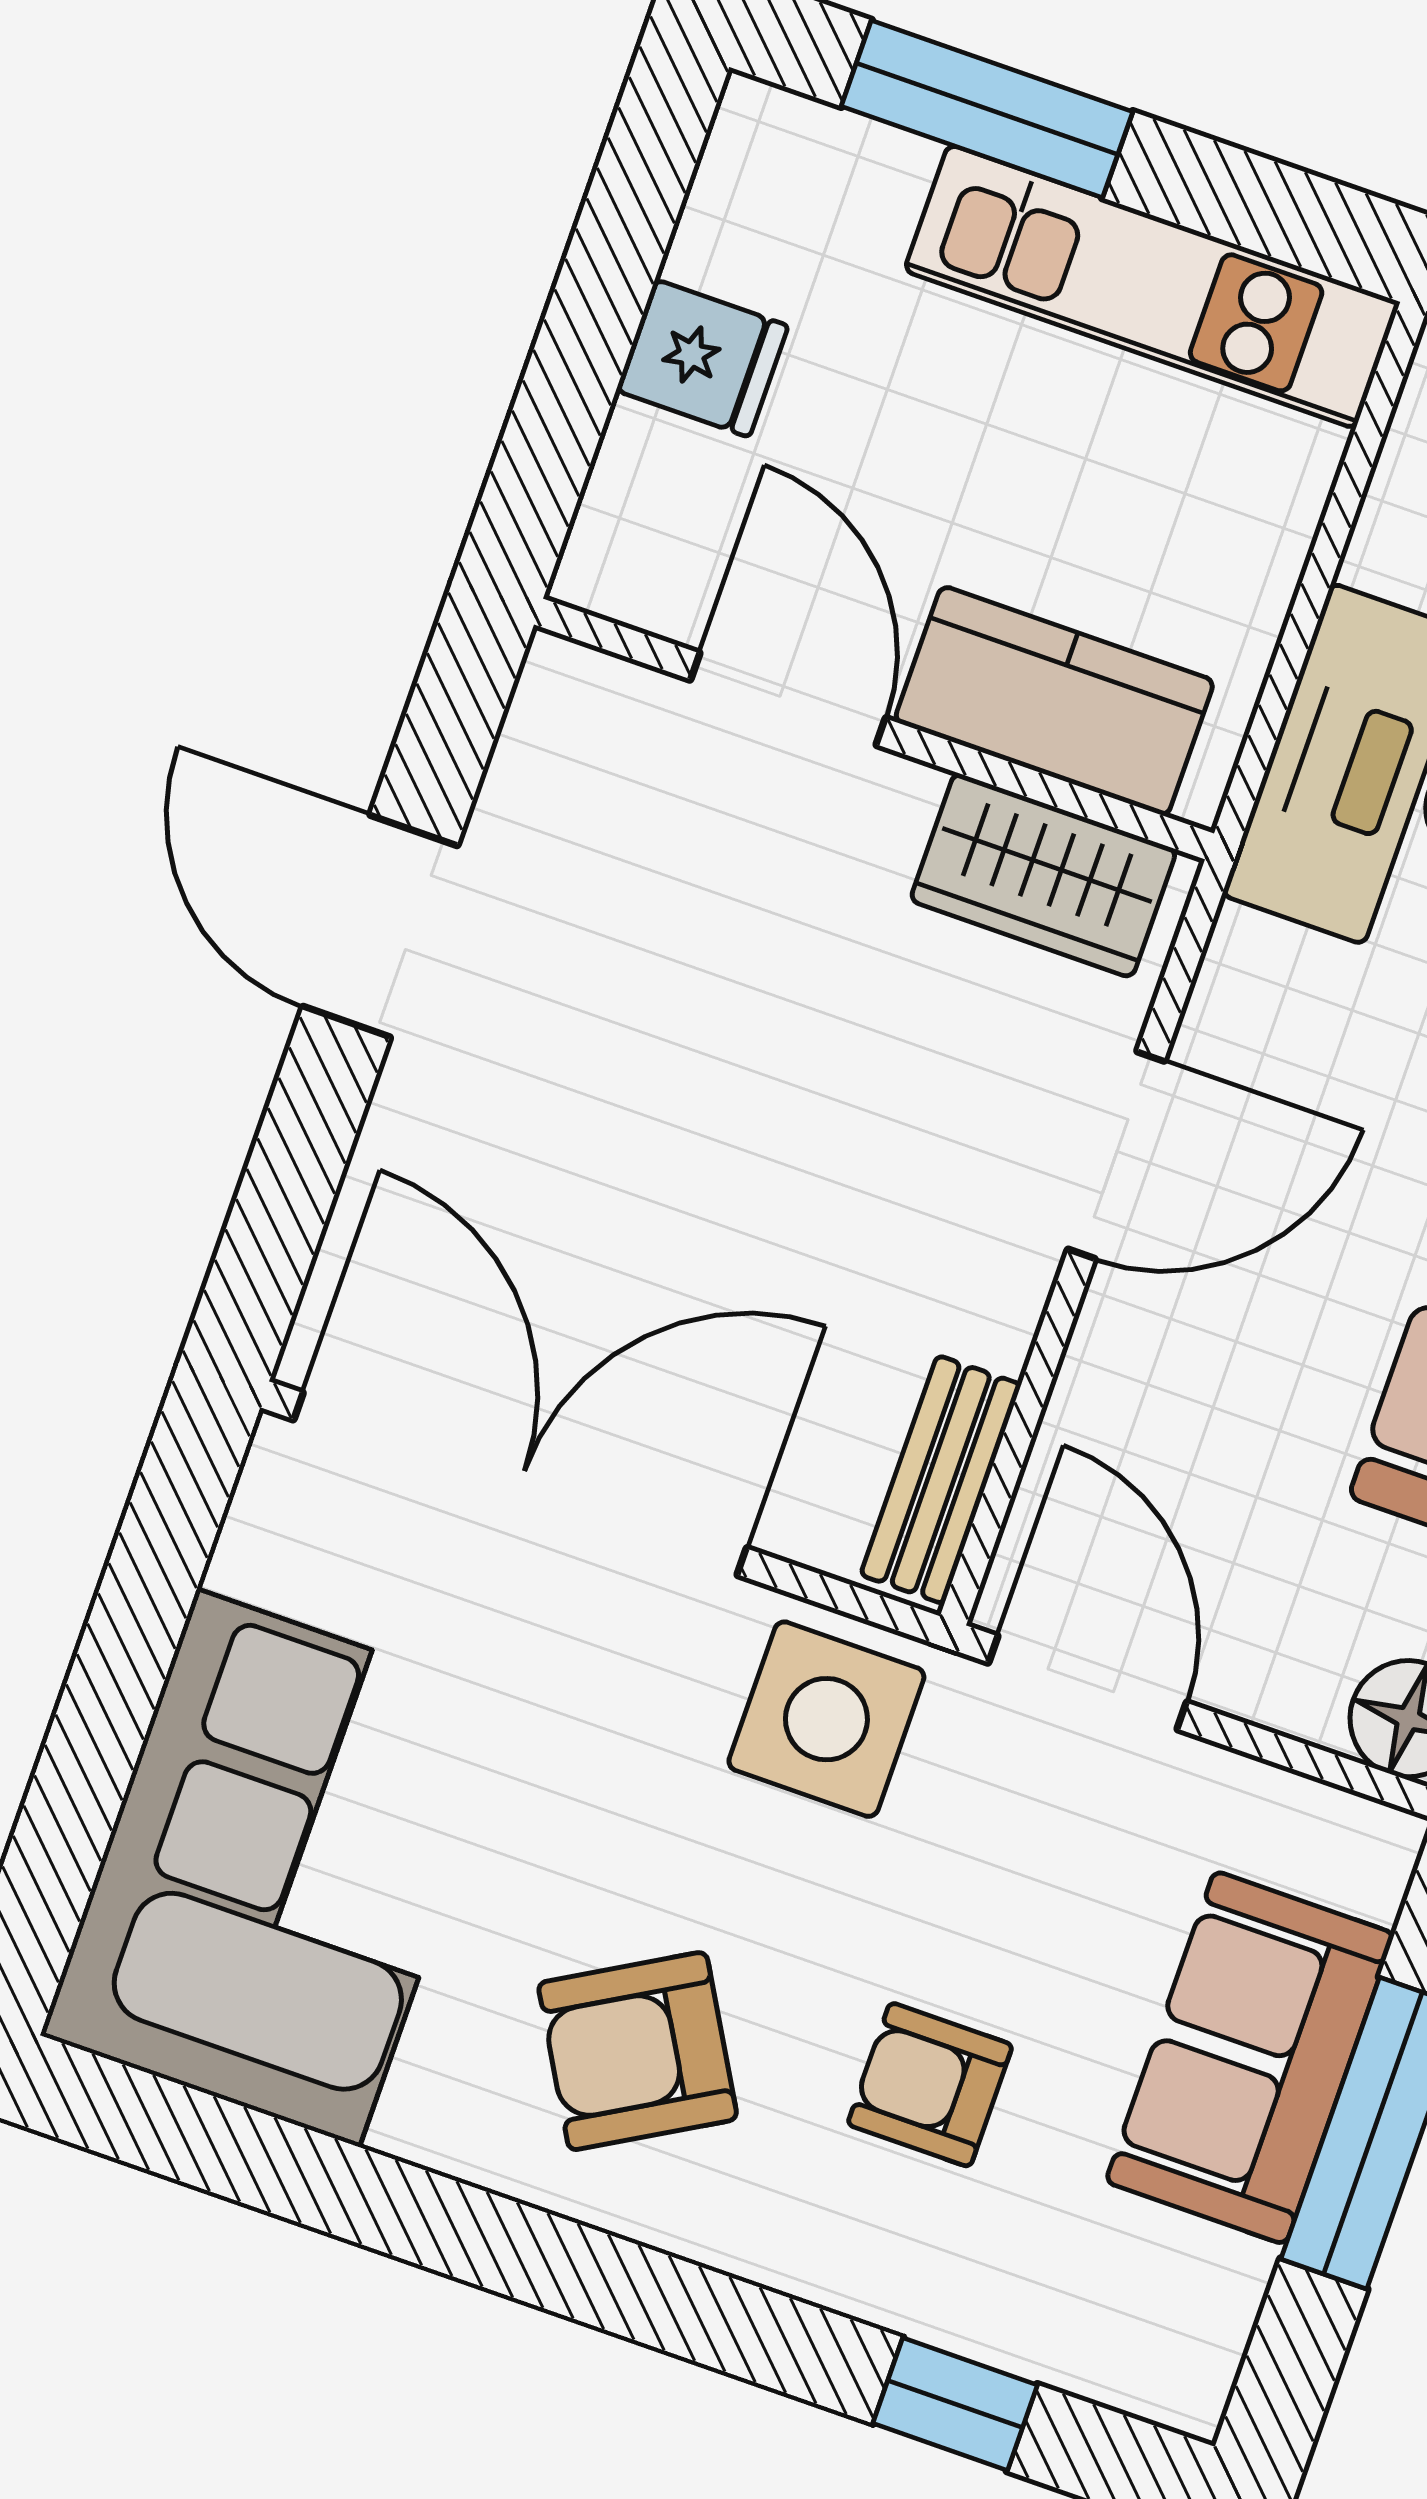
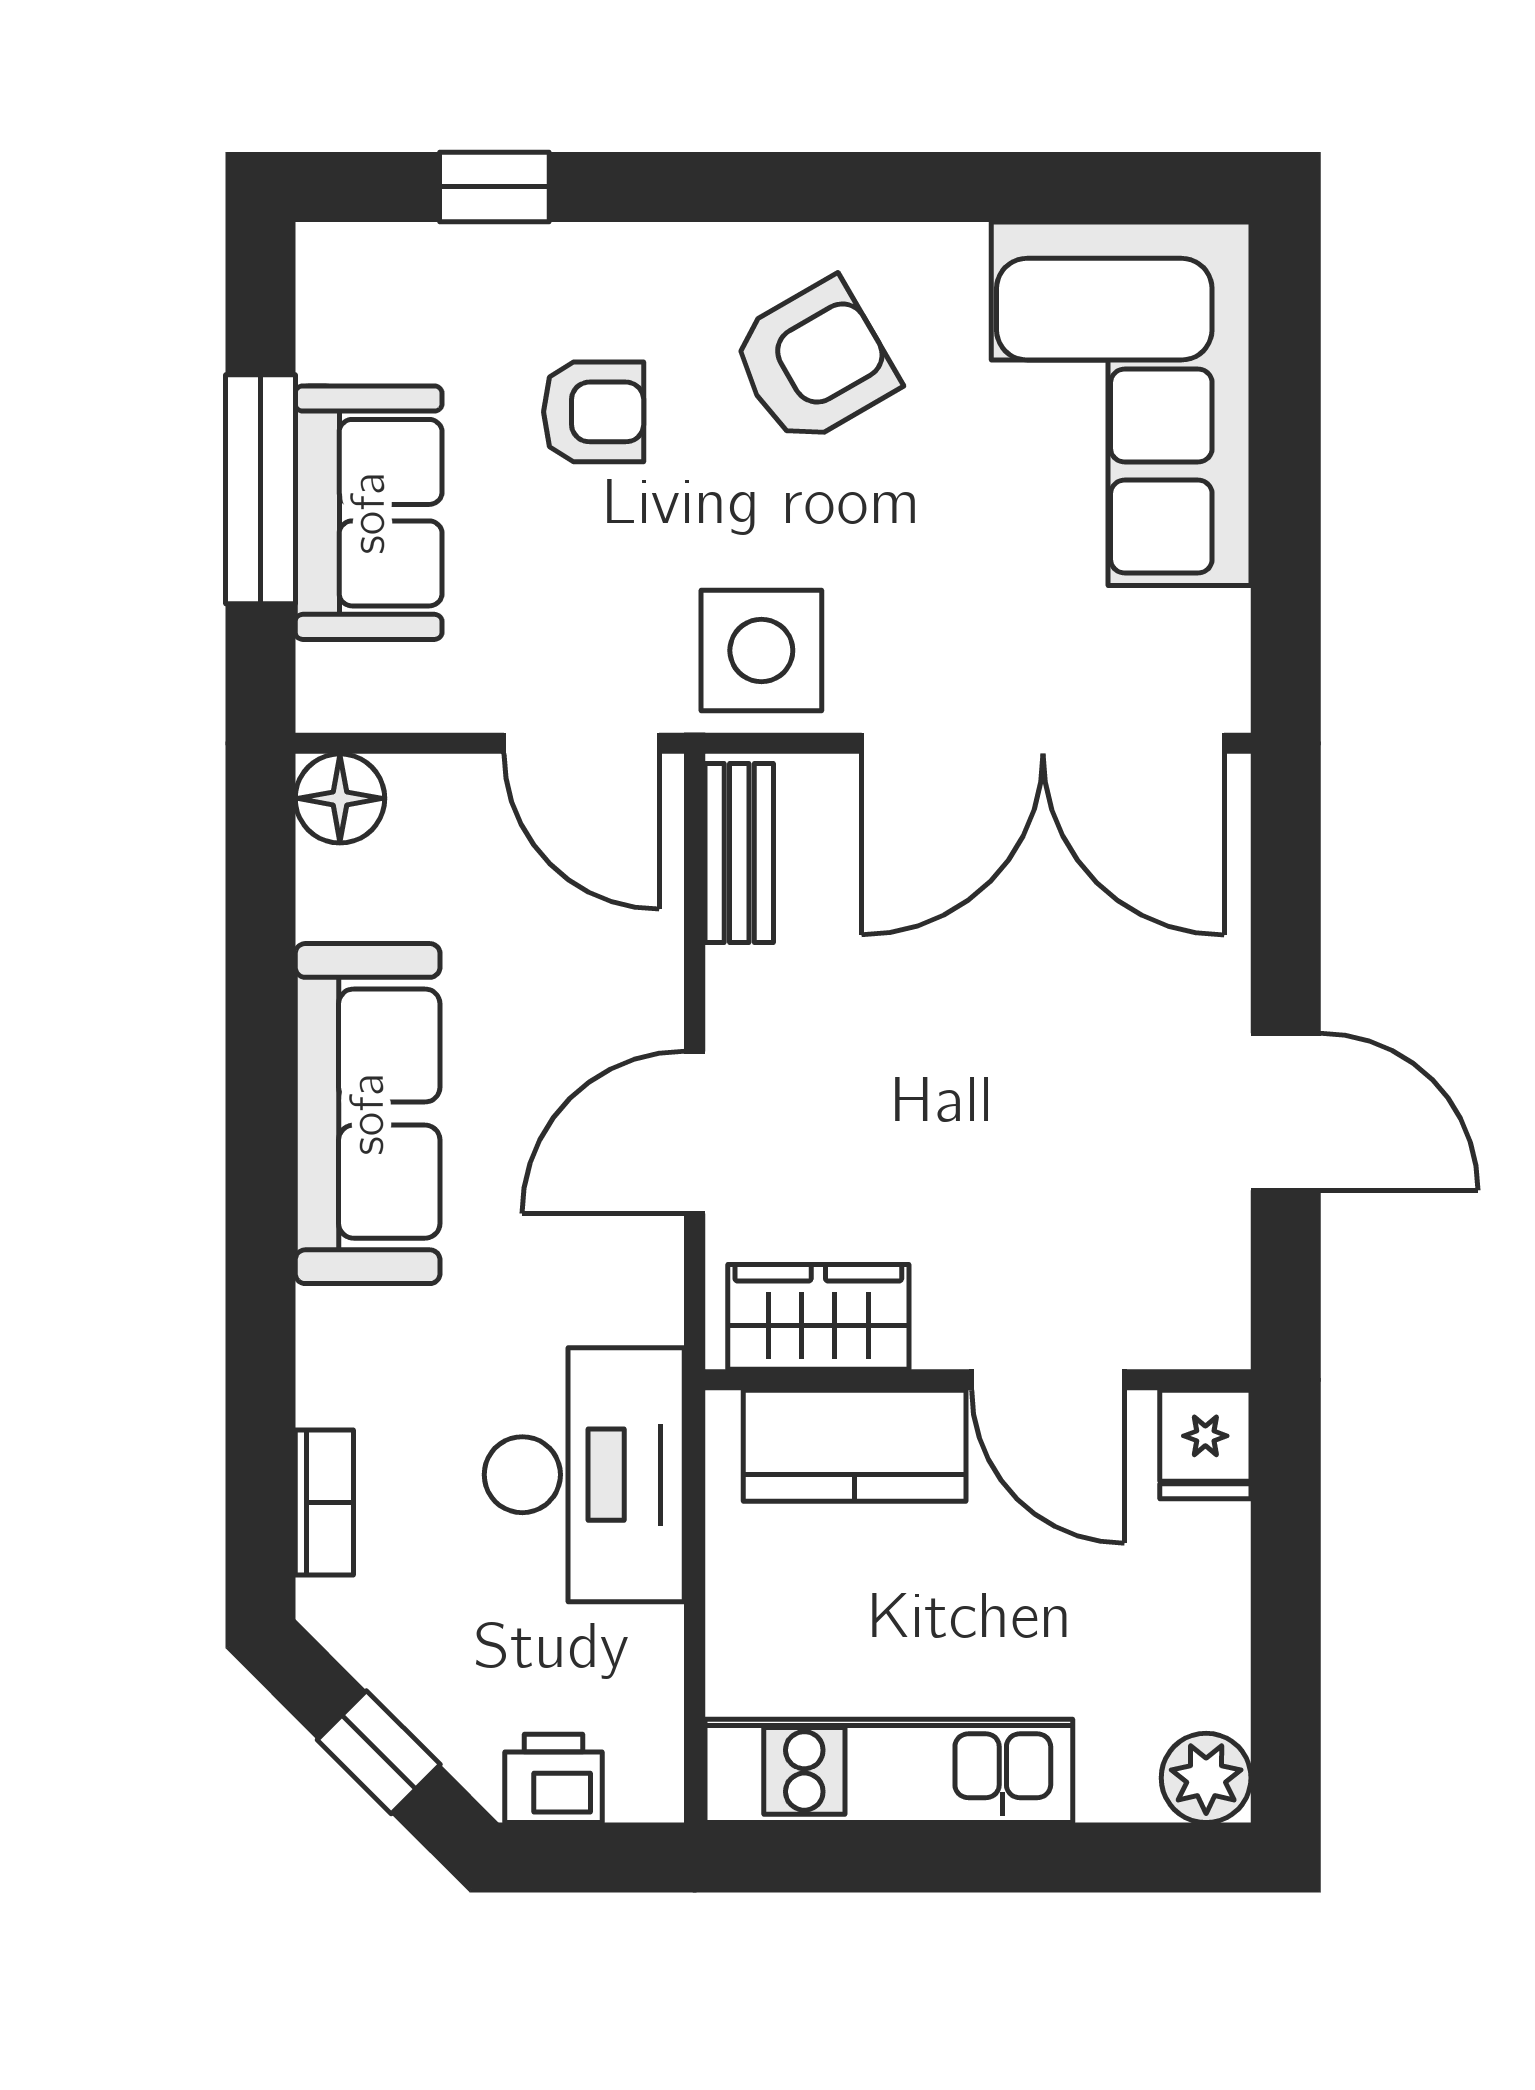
window: (987, 109) -> (1054, 1858), removed
plant: (765, 141) -> (1206, 1778), added
fridge: (702, 358) -> (1205, 1445), moved, turned -90

